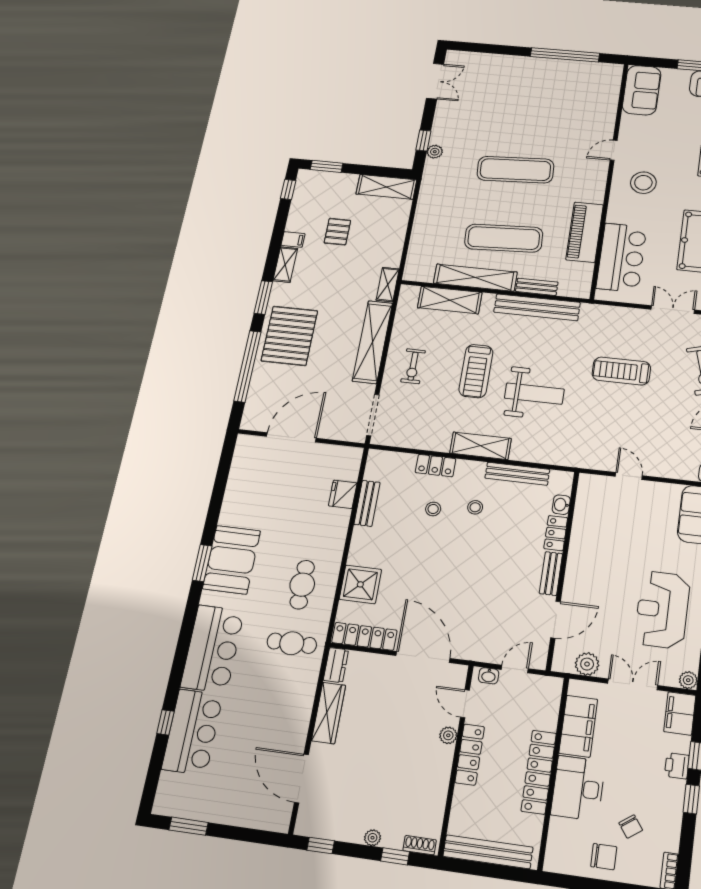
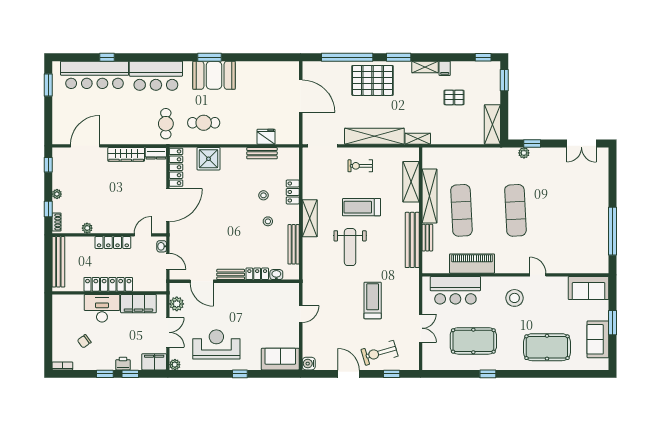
bar counter: (192, 732) -> (95, 75), width x1.36
plant: (448, 735) -> (87, 228), moved
chair: (604, 857) -> (65, 328), removed

